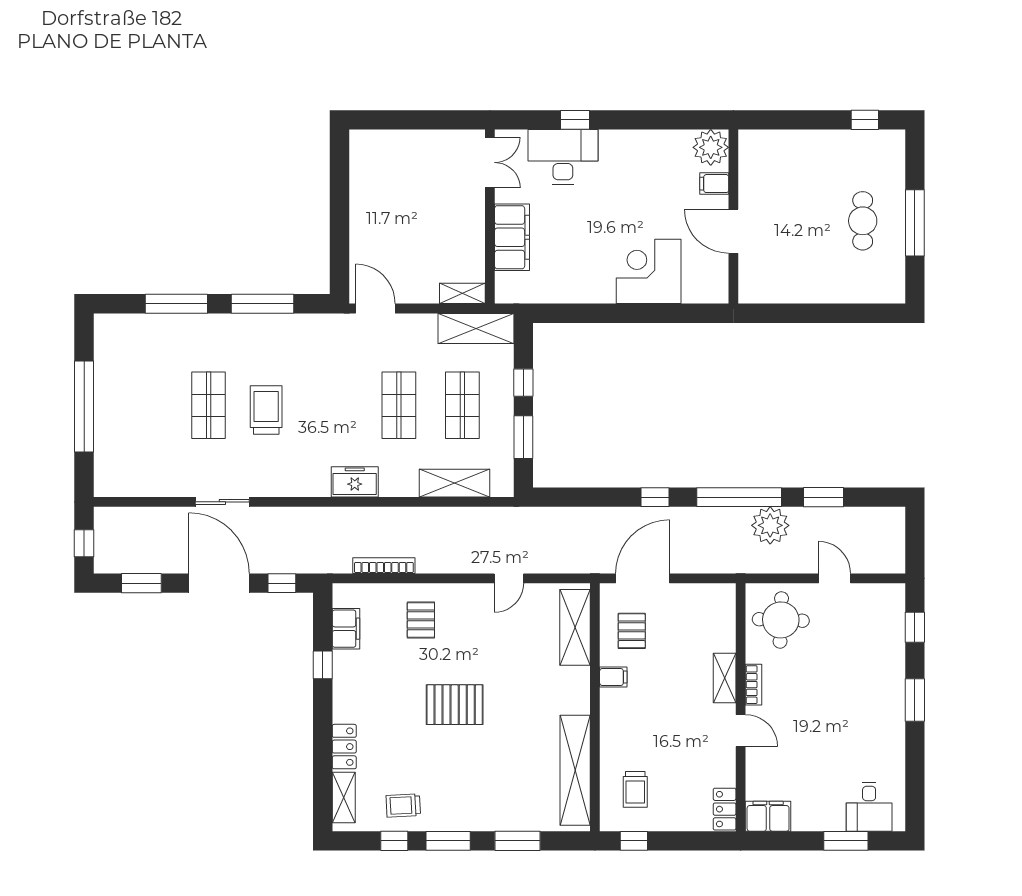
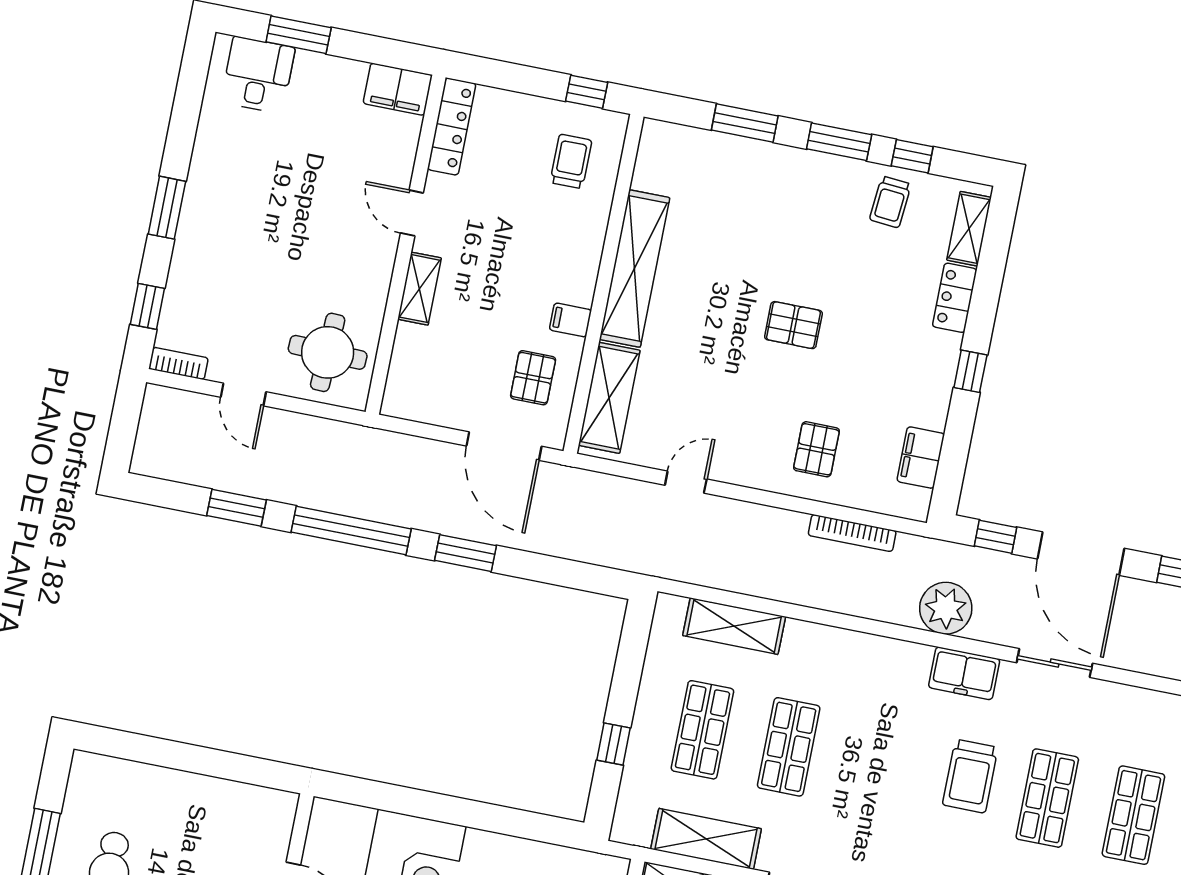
shelving: (476, 328) -> (706, 839), moved
shop shelf: (145, 405) -> (1133, 815), added
window: (523, 437) -> (628, 670), removed
freezer: (355, 482) -> (964, 673), moved
window: (655, 497) -> (466, 553), width x1.50
plant: (770, 525) -> (946, 608), moved
door: (643, 578) -> (504, 446), hinge flipped
window: (323, 665) -> (970, 371), moved
bookcase: (754, 685) -> (178, 363), moved, turned 90
pallet: (455, 705) -> (793, 325), width x0.67, depth x0.71
shelving: (575, 770) -> (635, 269), moved
trolley: (403, 805) -> (890, 202), turned 98
locker: (725, 809) -> (452, 126), width x1.53

